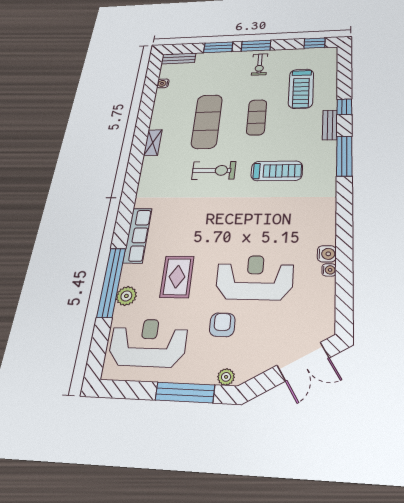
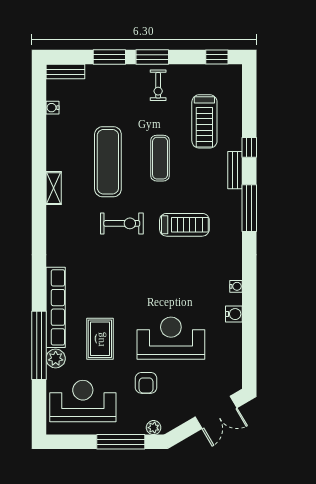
row of seats: (138, 235) -> (56, 307), width x1.36
water cooler: (329, 270) -> (236, 286), moved
armchair: (222, 325) -> (146, 383), turned 180

